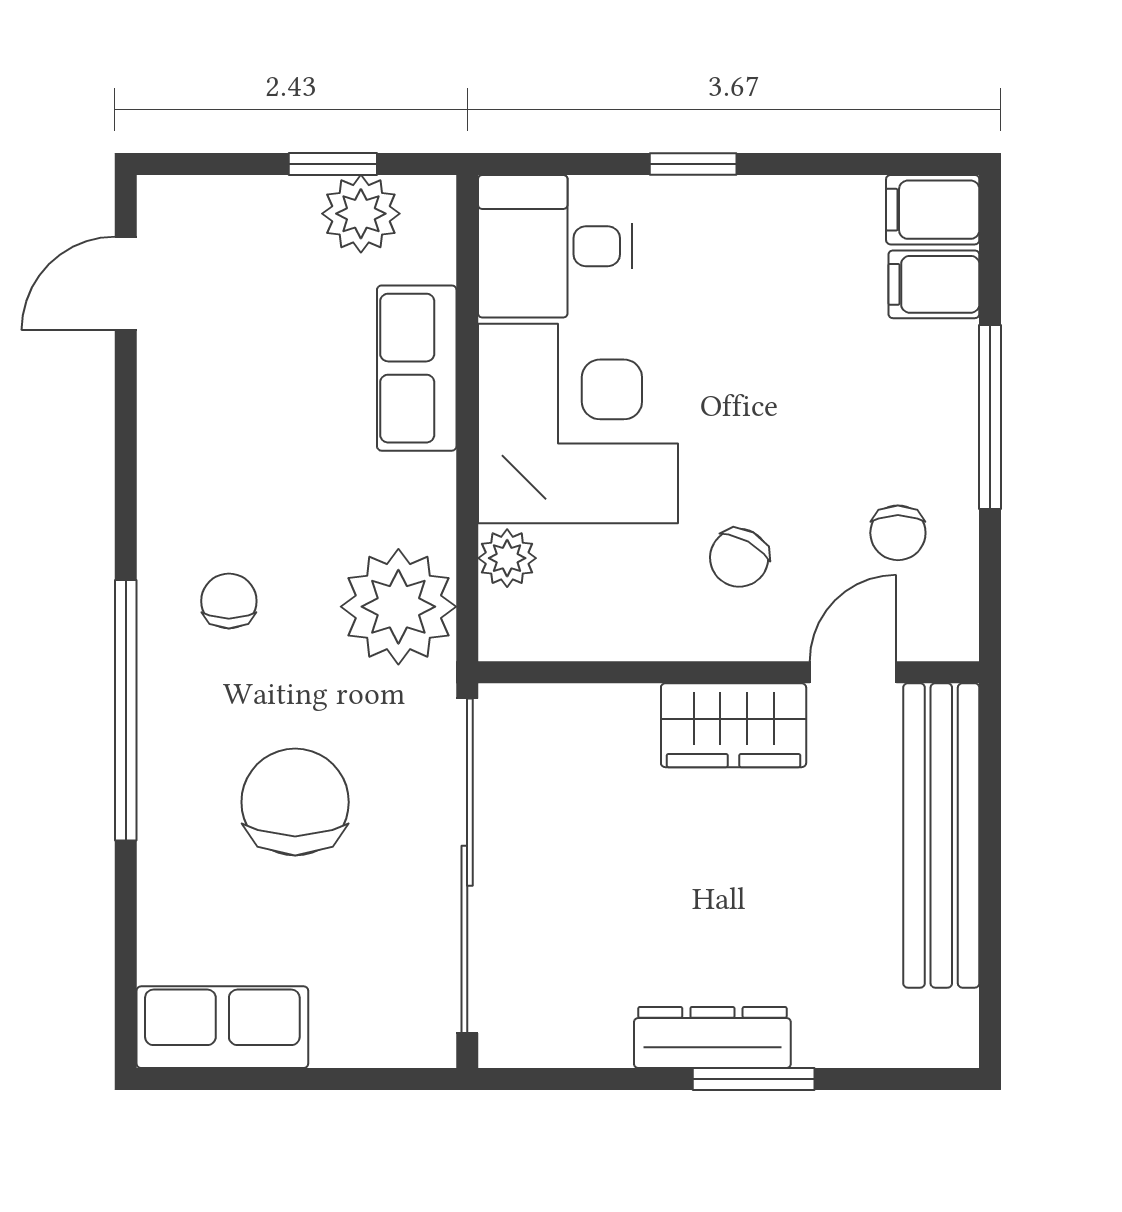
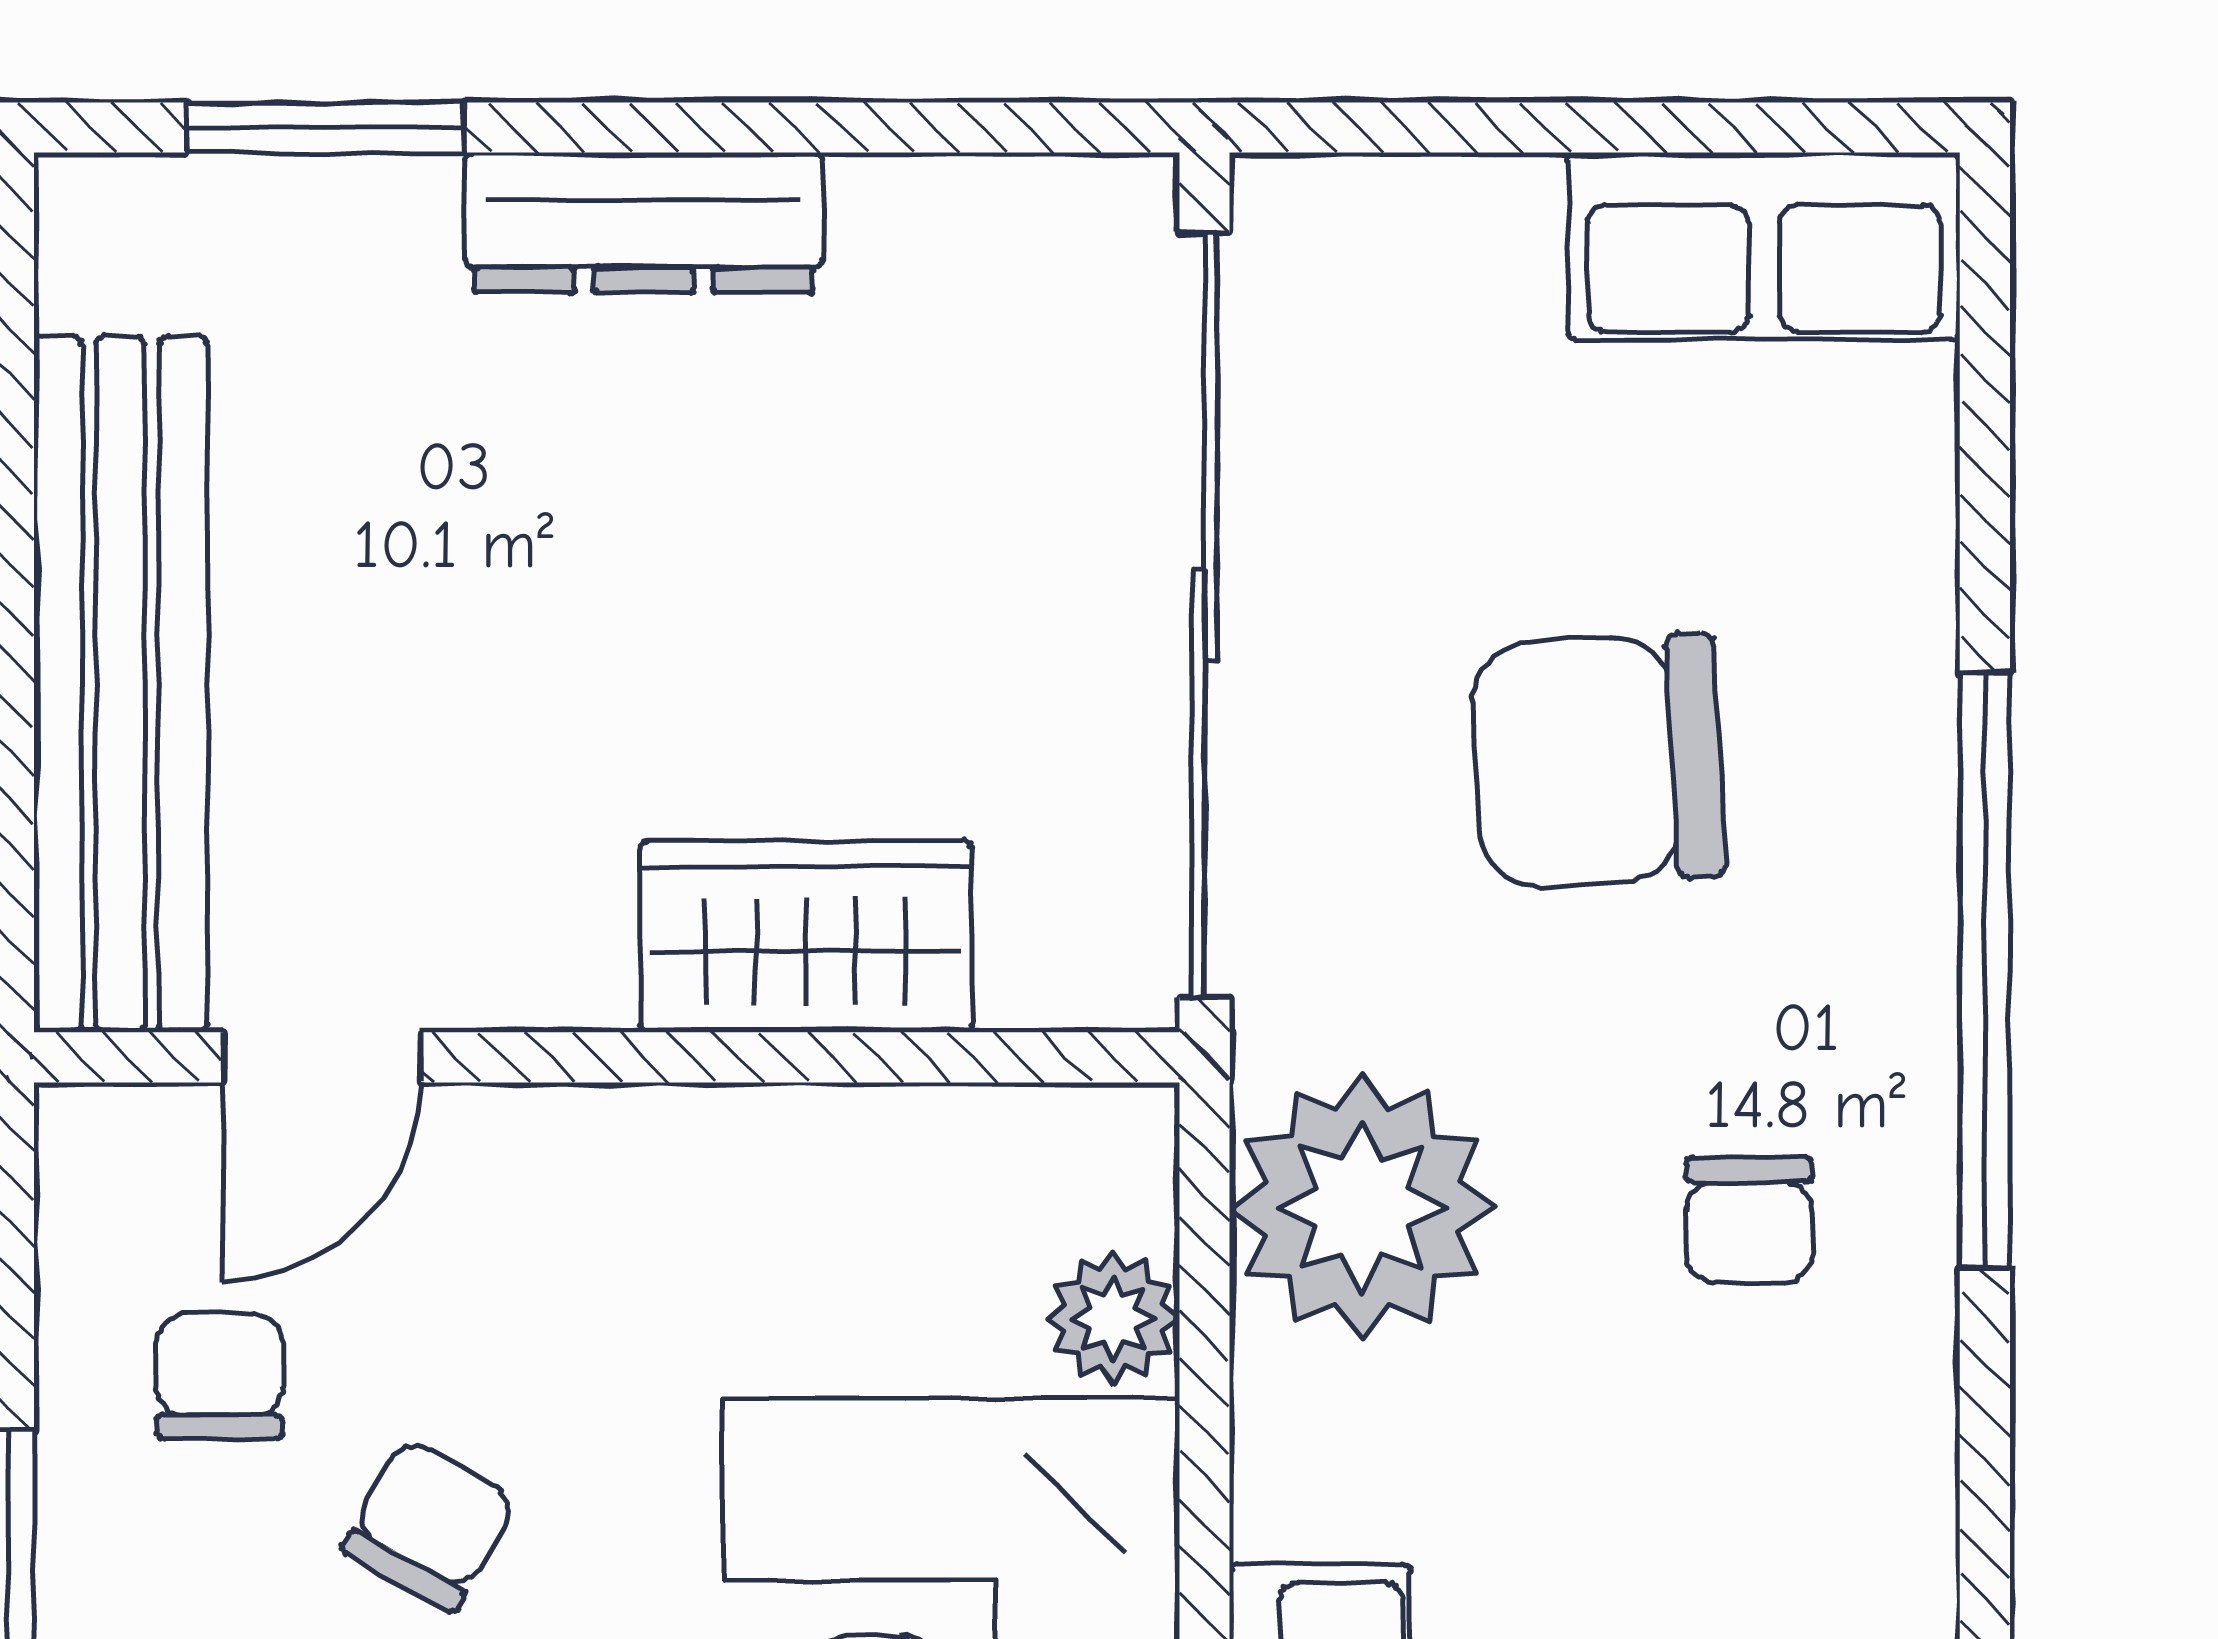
chair: (739, 558) -> (430, 1525), moved
wardrobe: (734, 725) -> (806, 936), moved
chair: (295, 802) -> (1598, 761), turned 87
window: (754, 1079) -> (325, 127), moved

